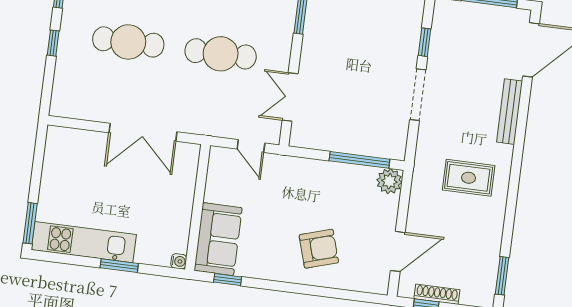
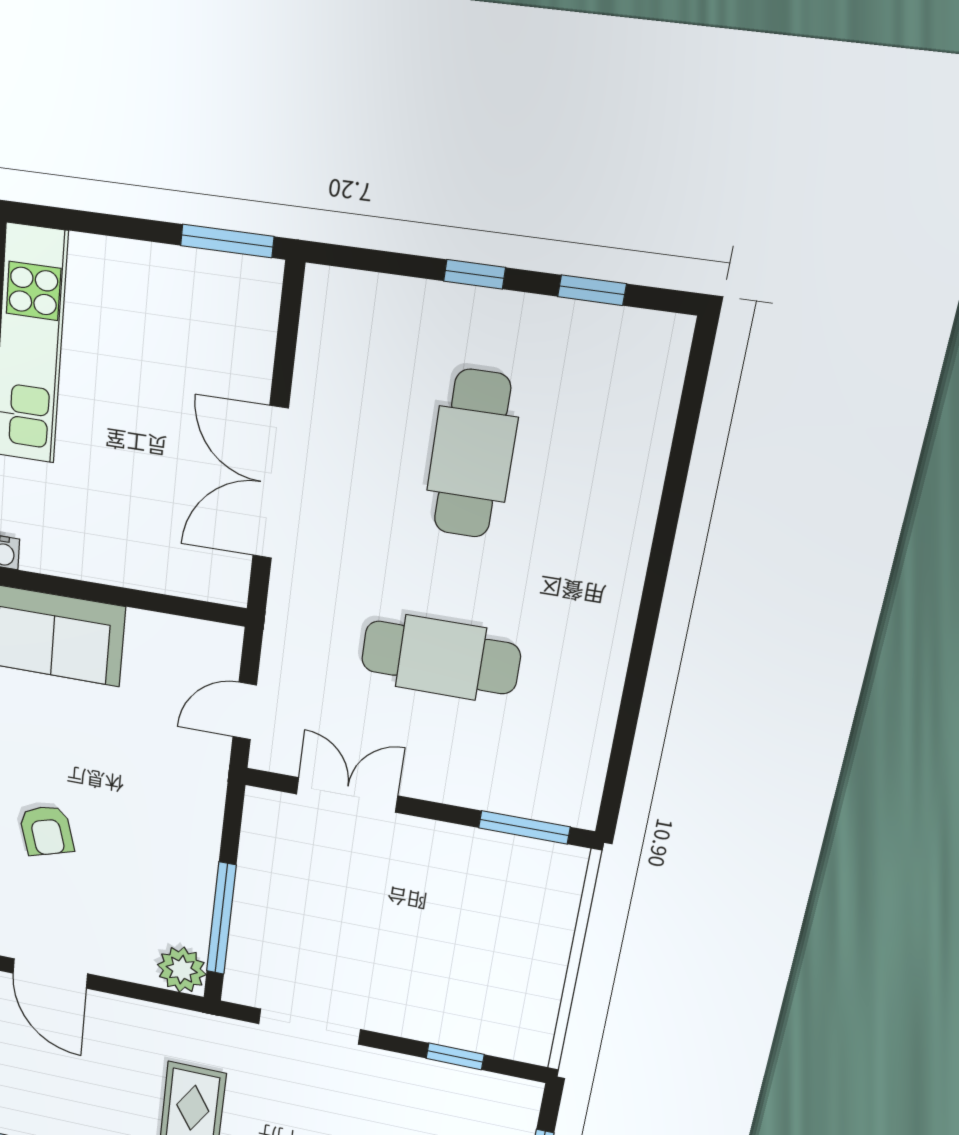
cafe table: (221, 54) -> (441, 657), turned 90
doorway: (418, 95) -> (309, 1027), moved
window: (30, 223) -> (227, 241), moved
armchair: (319, 249) -> (46, 831), width x0.72, depth x0.72

